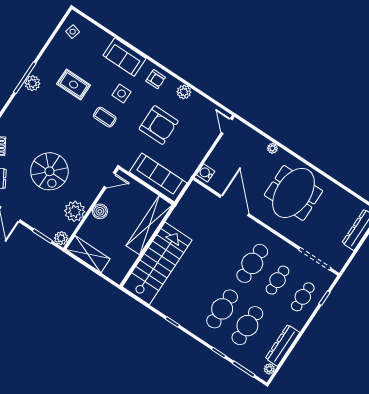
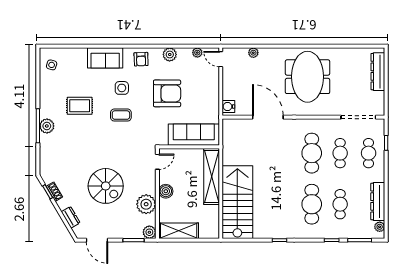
armchair: (156, 79) -> (141, 59), turned 88
plant: (210, 107) -> (197, 53), added
plant: (272, 148) -> (253, 53), moved
cafe table: (247, 326) -> (340, 204), width x0.73, depth x0.74

